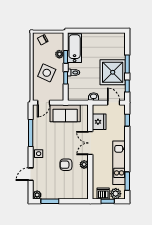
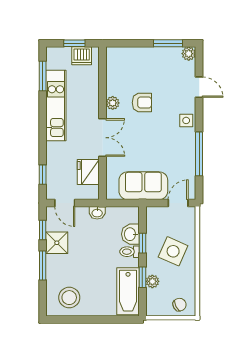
stool: (111, 44) -> (69, 298), added
shower: (113, 72) -> (57, 243), width x0.54, depth x0.54
washbasin: (73, 83) -> (130, 234), added
door: (31, 174) -> (199, 87), hinge flipped
plant: (116, 194) -> (62, 56), removed

